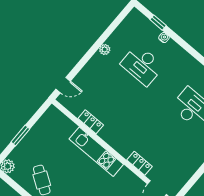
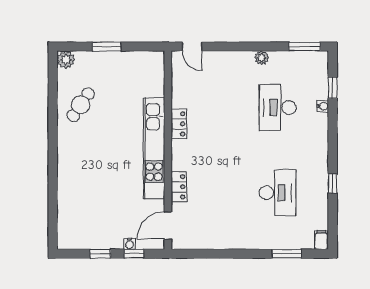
window: (120, 18) -> (305, 47), added
locker: (91, 122) -> (179, 124), moved
kitchen unit: (96, 152) -> (154, 148), width x1.36

